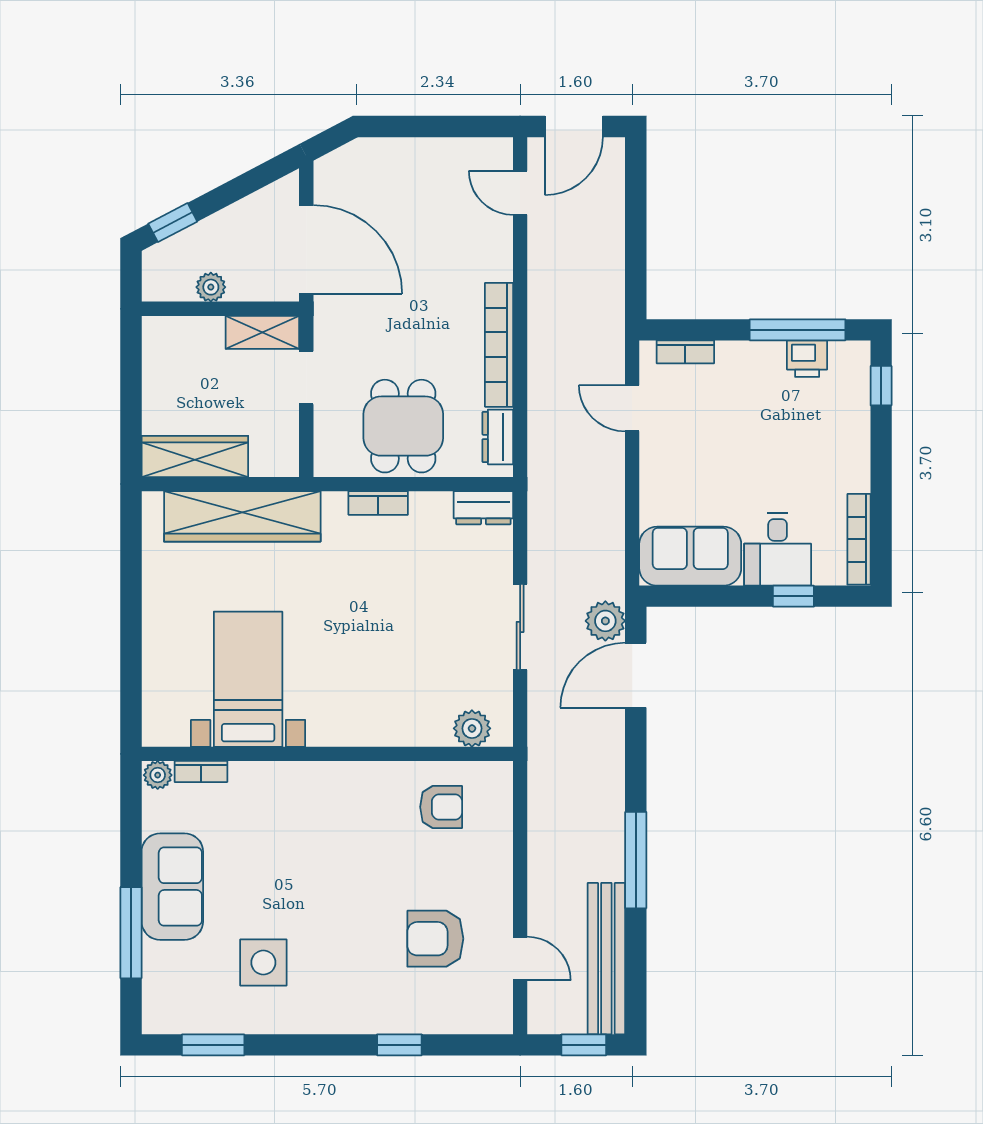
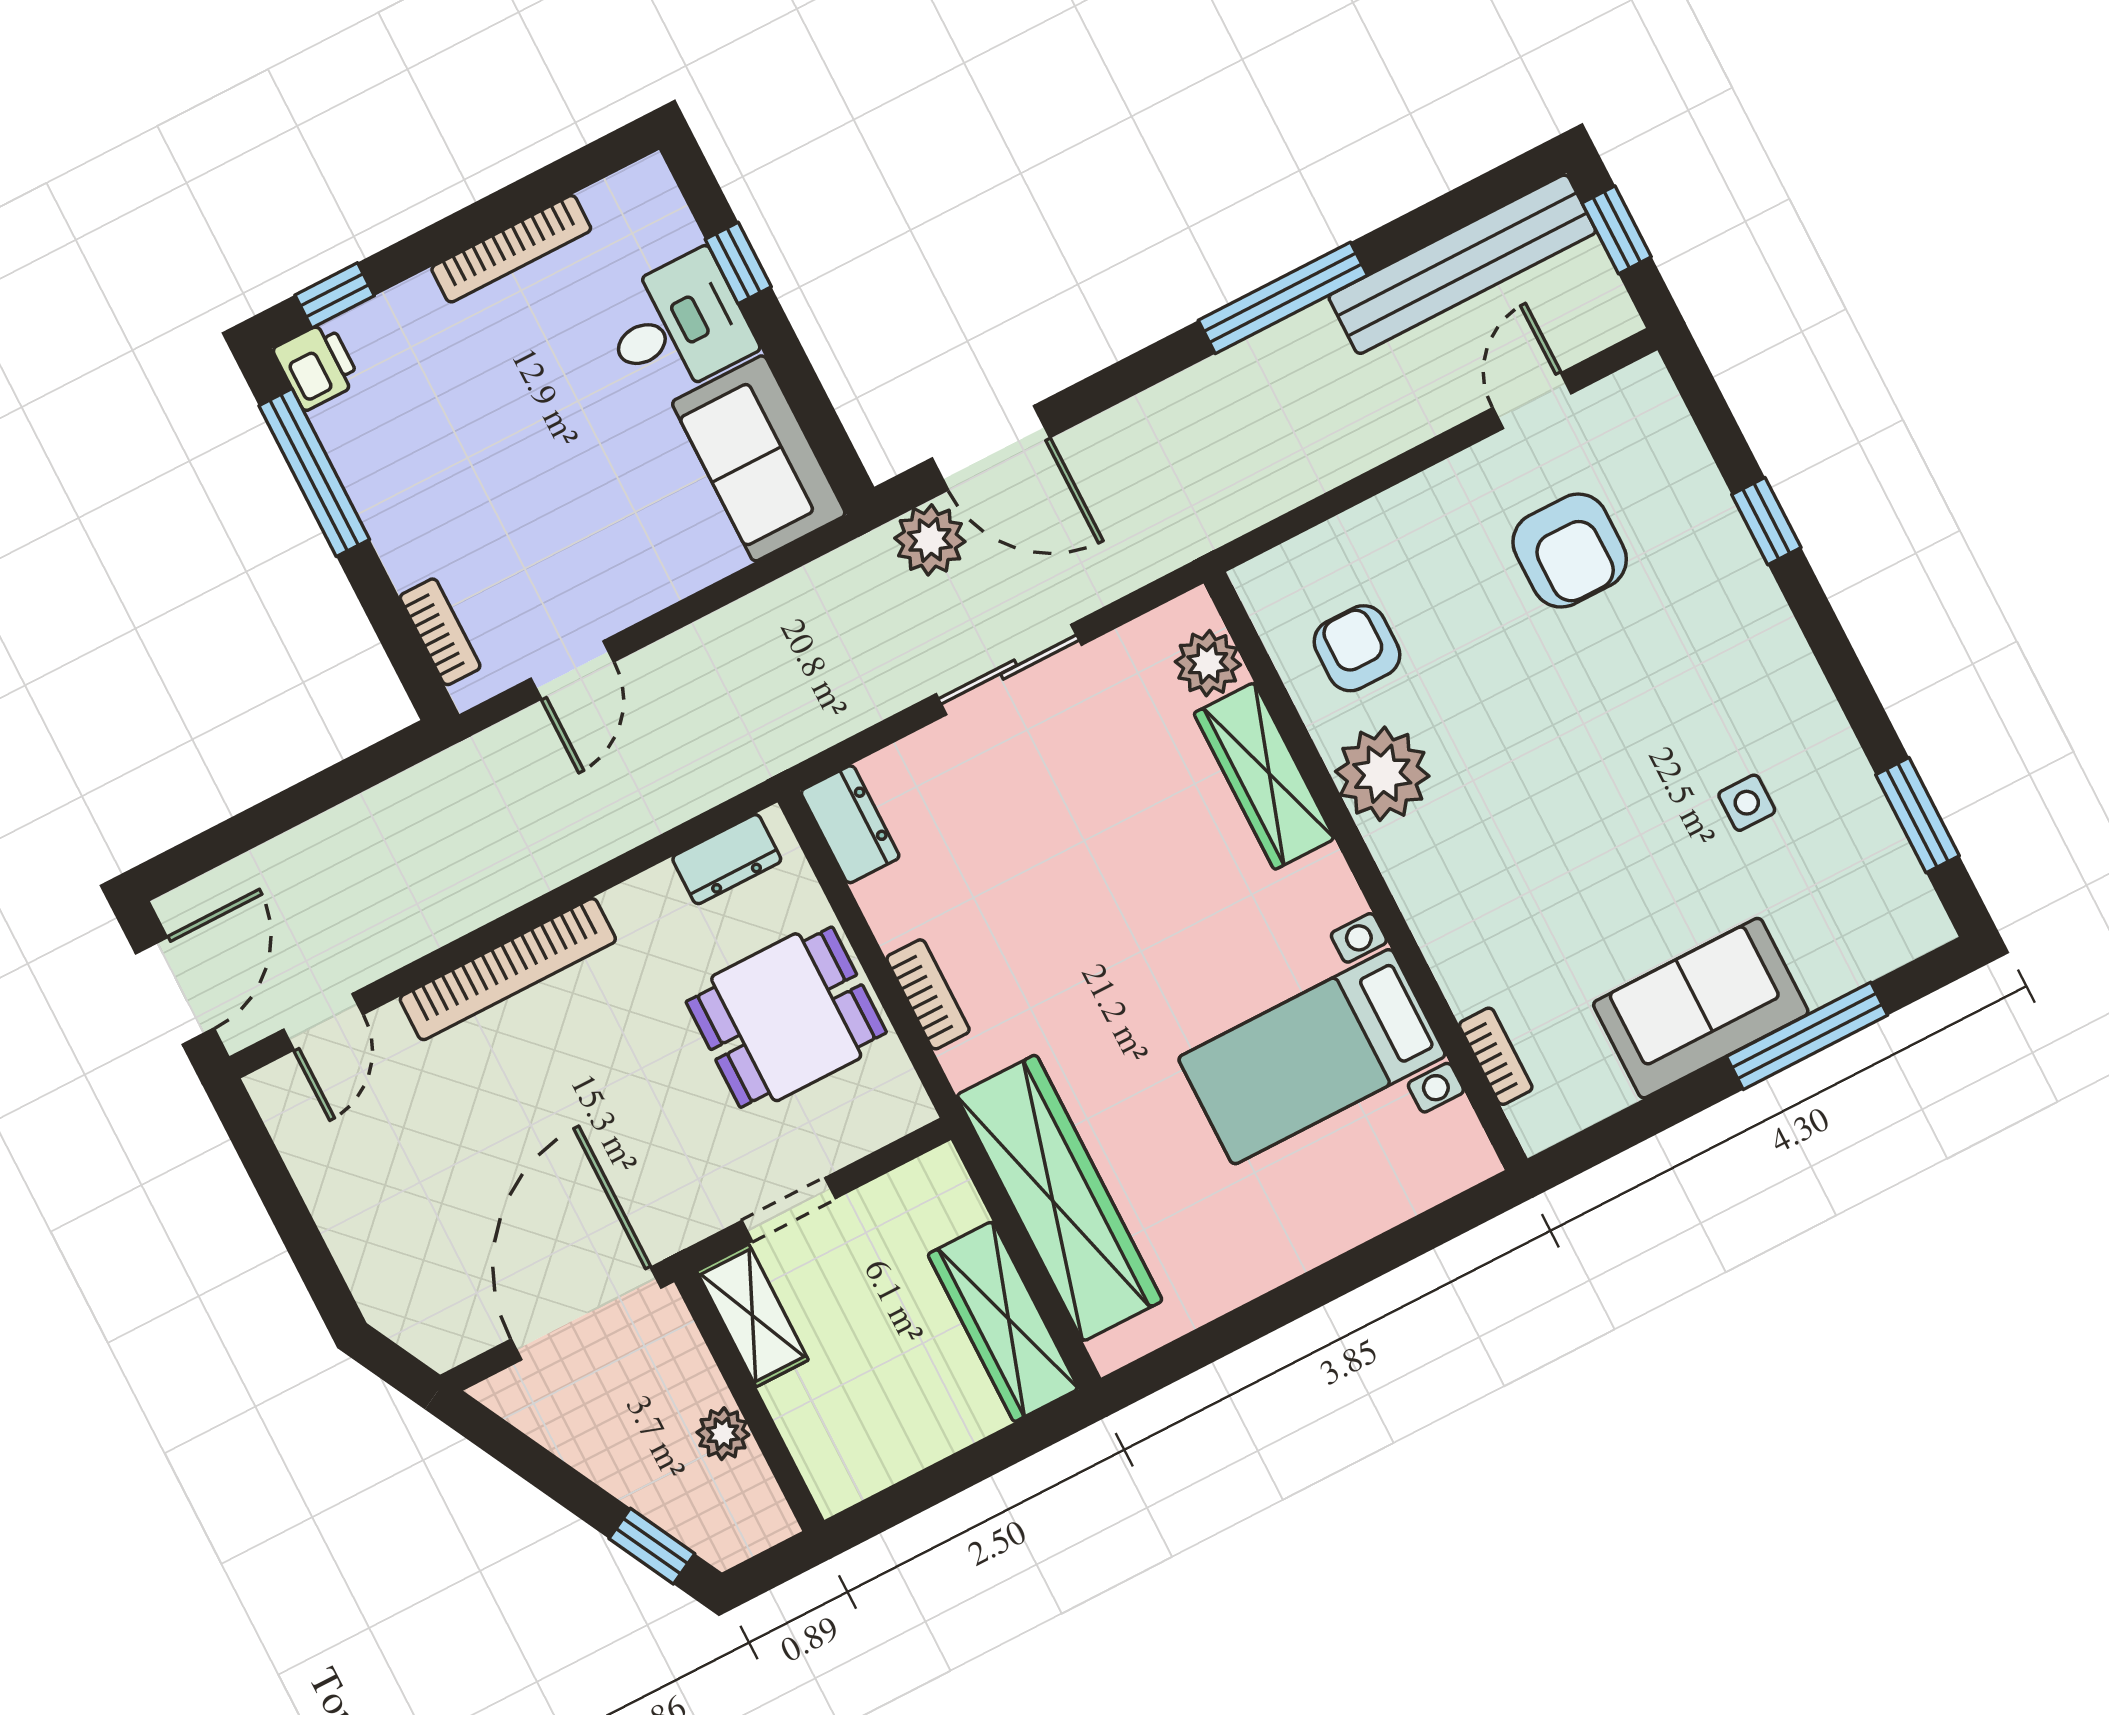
door: (574, 126) -> (175, 991), hinge flipped
bookcase: (499, 345) -> (508, 969), moved
printer: (807, 359) -> (317, 366), moved
bookcase: (859, 539) -> (511, 249), moved
wardrobe: (401, 728) -> (1264, 776), added
plant: (158, 775) -> (1382, 774), moved, width x1.88, depth x1.88
side table: (263, 963) -> (1747, 803), width x0.54, depth x0.54

